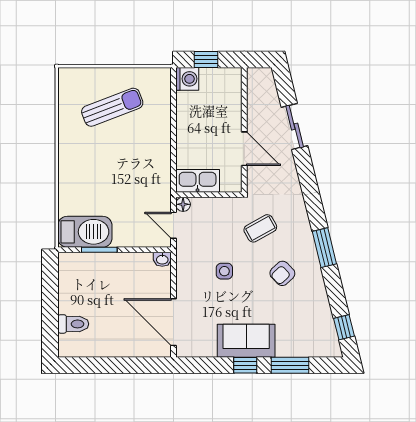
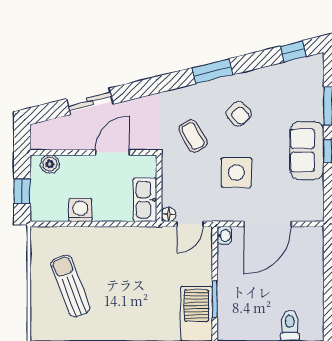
washing machine: (187, 79) -> (80, 210), moved
boiler: (233, 87) -> (50, 164), added
side table: (224, 271) -> (236, 172), width x1.87, depth x1.87
door: (173, 322) -> (268, 224), moved

